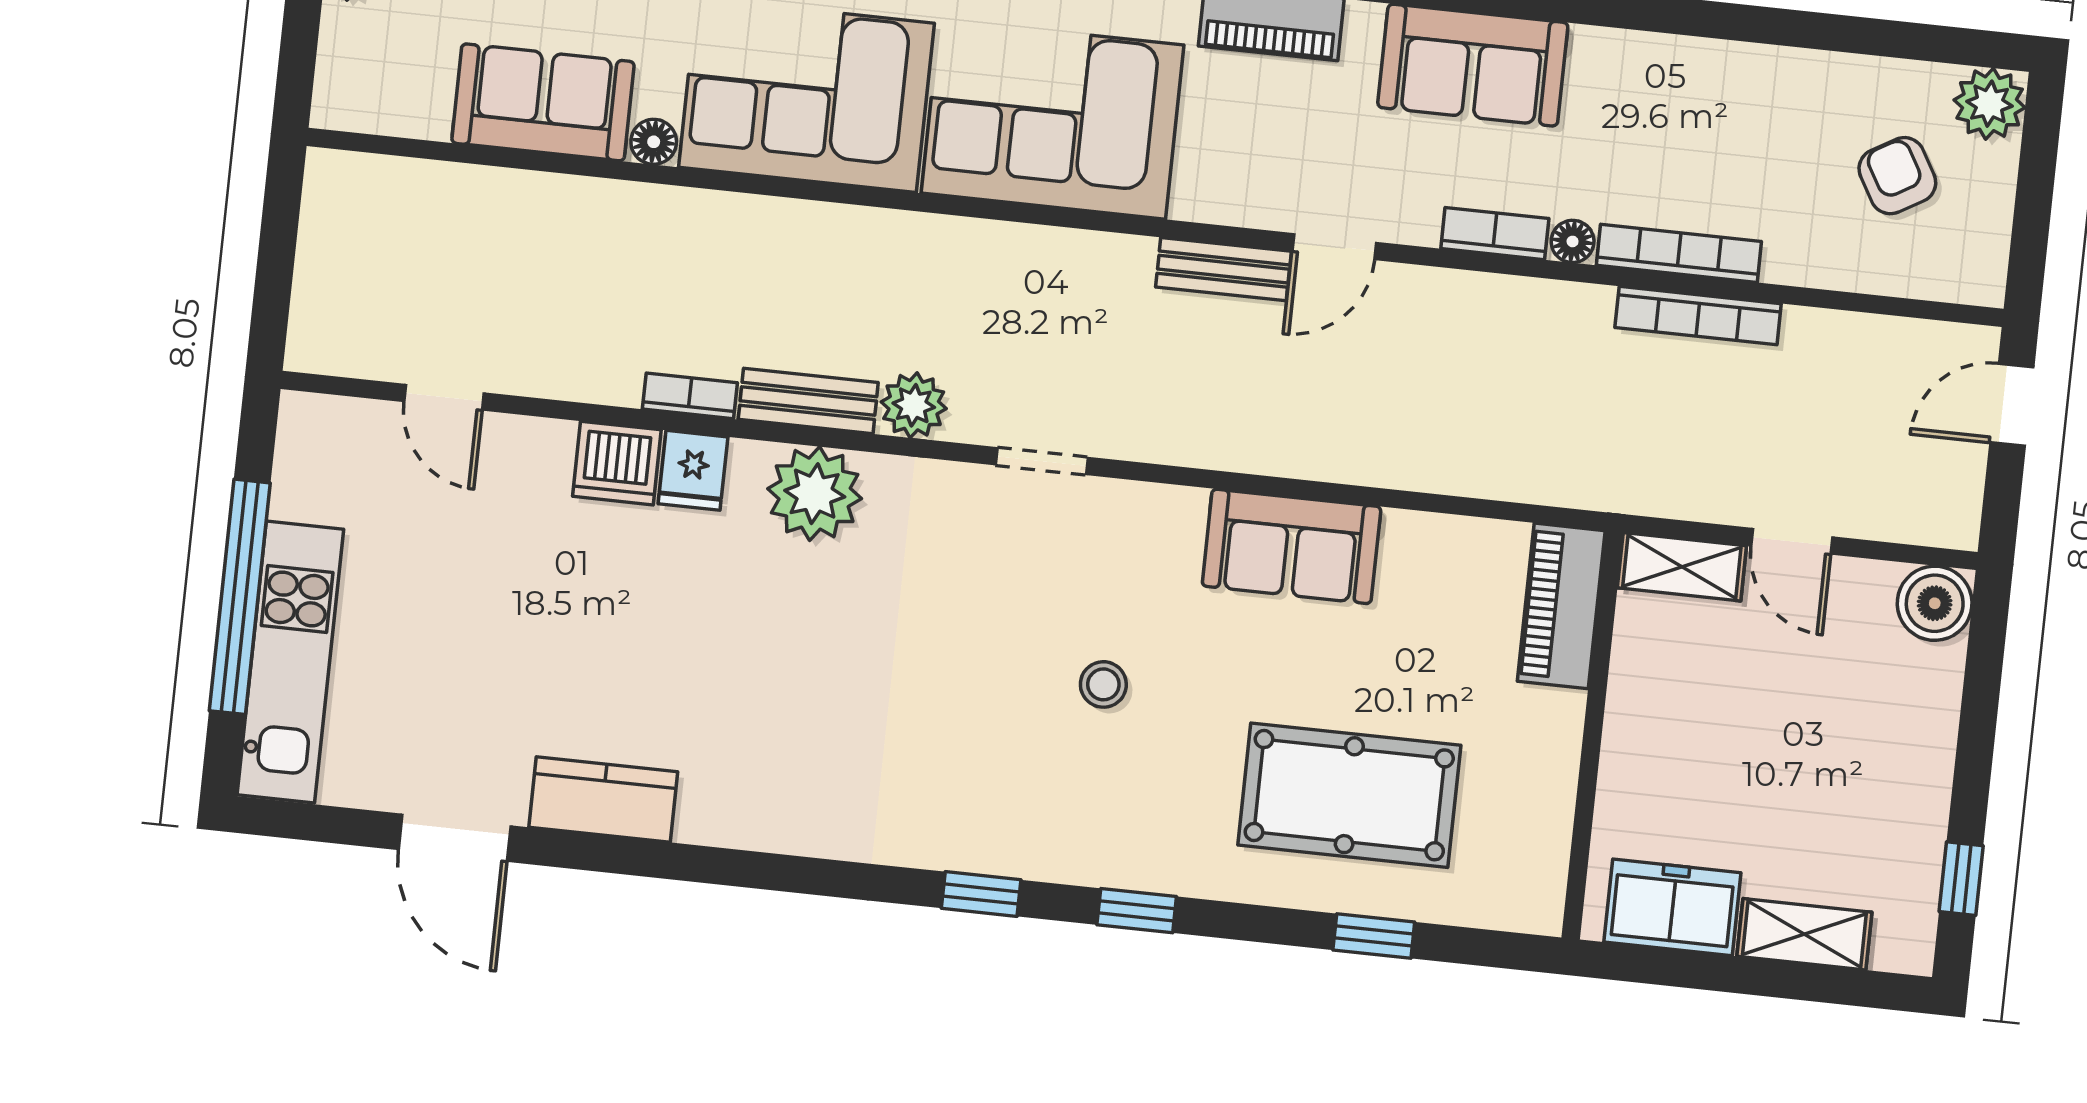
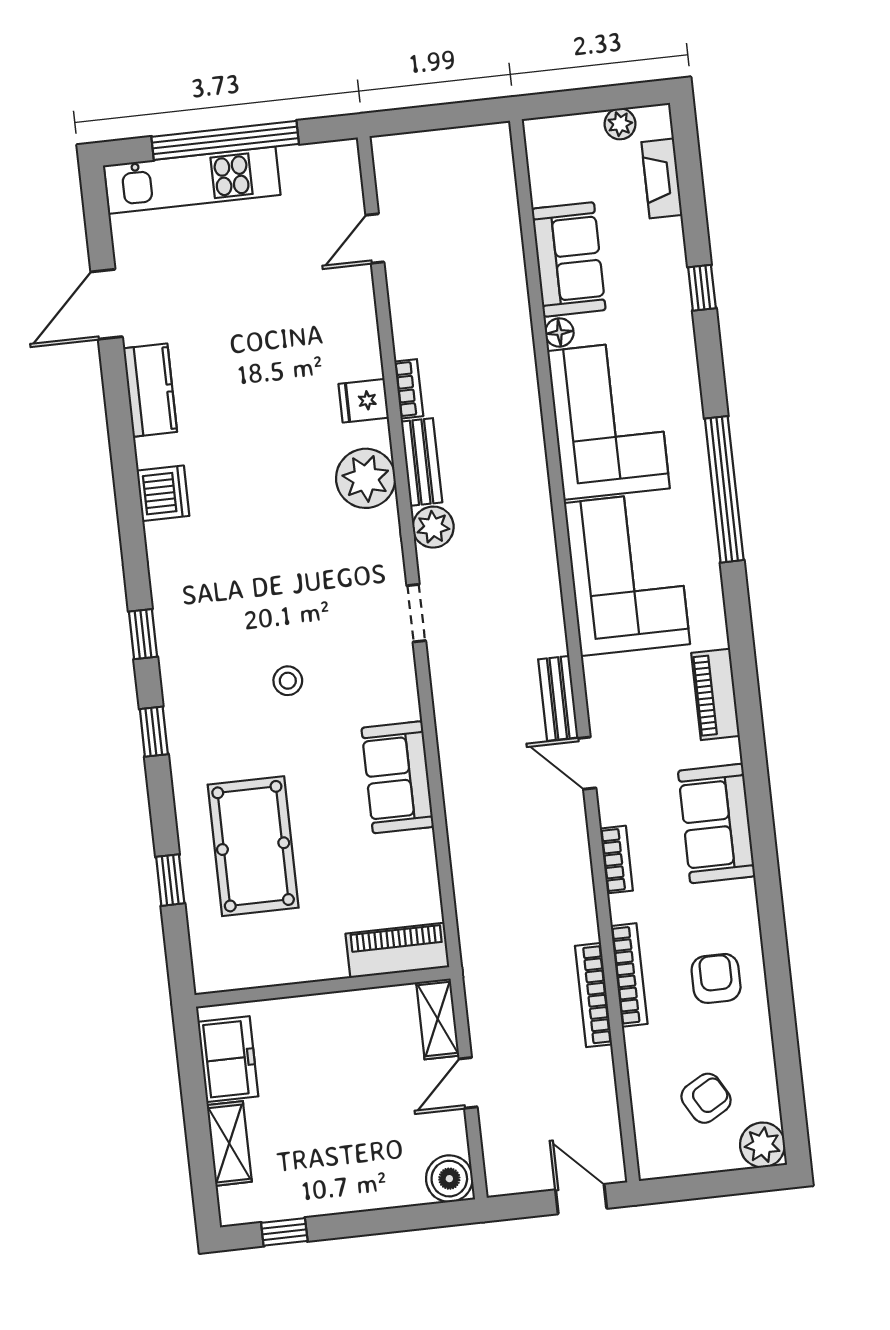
armchair: (1714, 119) -> (716, 978), added
floor lamp: (1573, 241) -> (622, 908), removed
dishwasher: (617, 463) -> (163, 493), moved, turned 180

